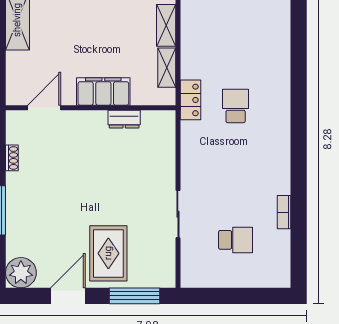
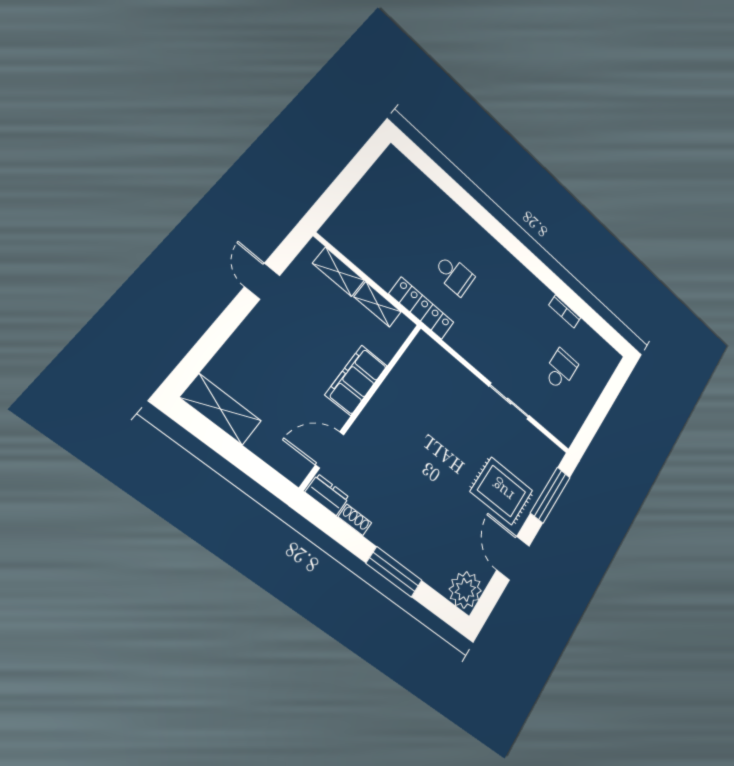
locker: (190, 100) -> (422, 308), width x1.53
school desk: (236, 106) -> (454, 275), turned 180
door: (44, 108) -> (330, 450), hinge flipped
dresser: (124, 119) -> (327, 495), moved, turned -90

